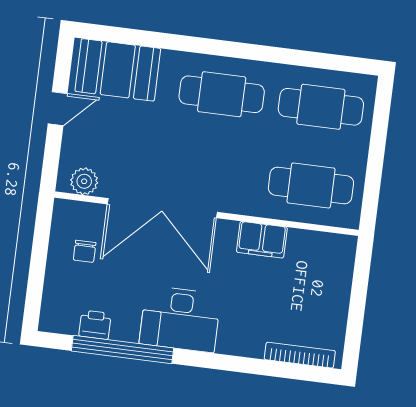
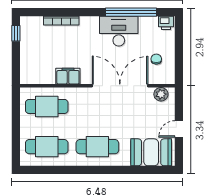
desk: (180, 319) -> (119, 31), moved
printer: (95, 325) -> (166, 23), moved
window: (353, 337) -> (16, 33), added
bookcase: (300, 355) -> (61, 21), moved

